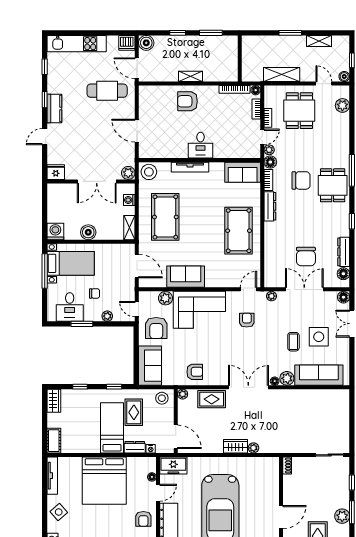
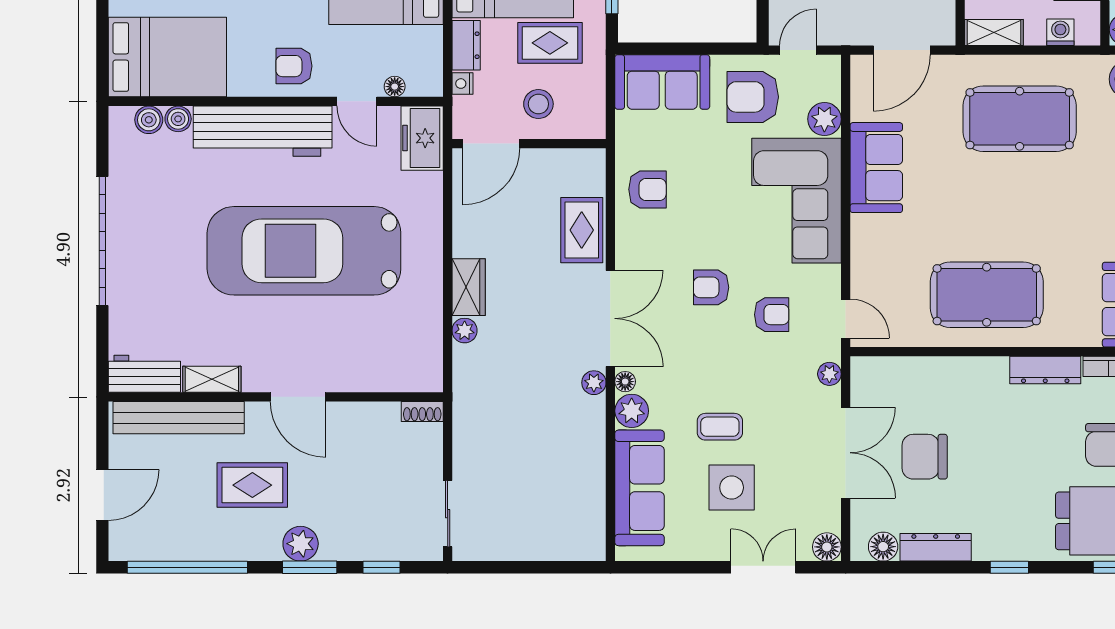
armchair: (235, 345) -> (711, 287), added
armchair: (195, 372) -> (647, 189), turned -90
plant: (183, 394) -> (594, 383), moved
stool: (162, 398) -> (538, 104), moved

